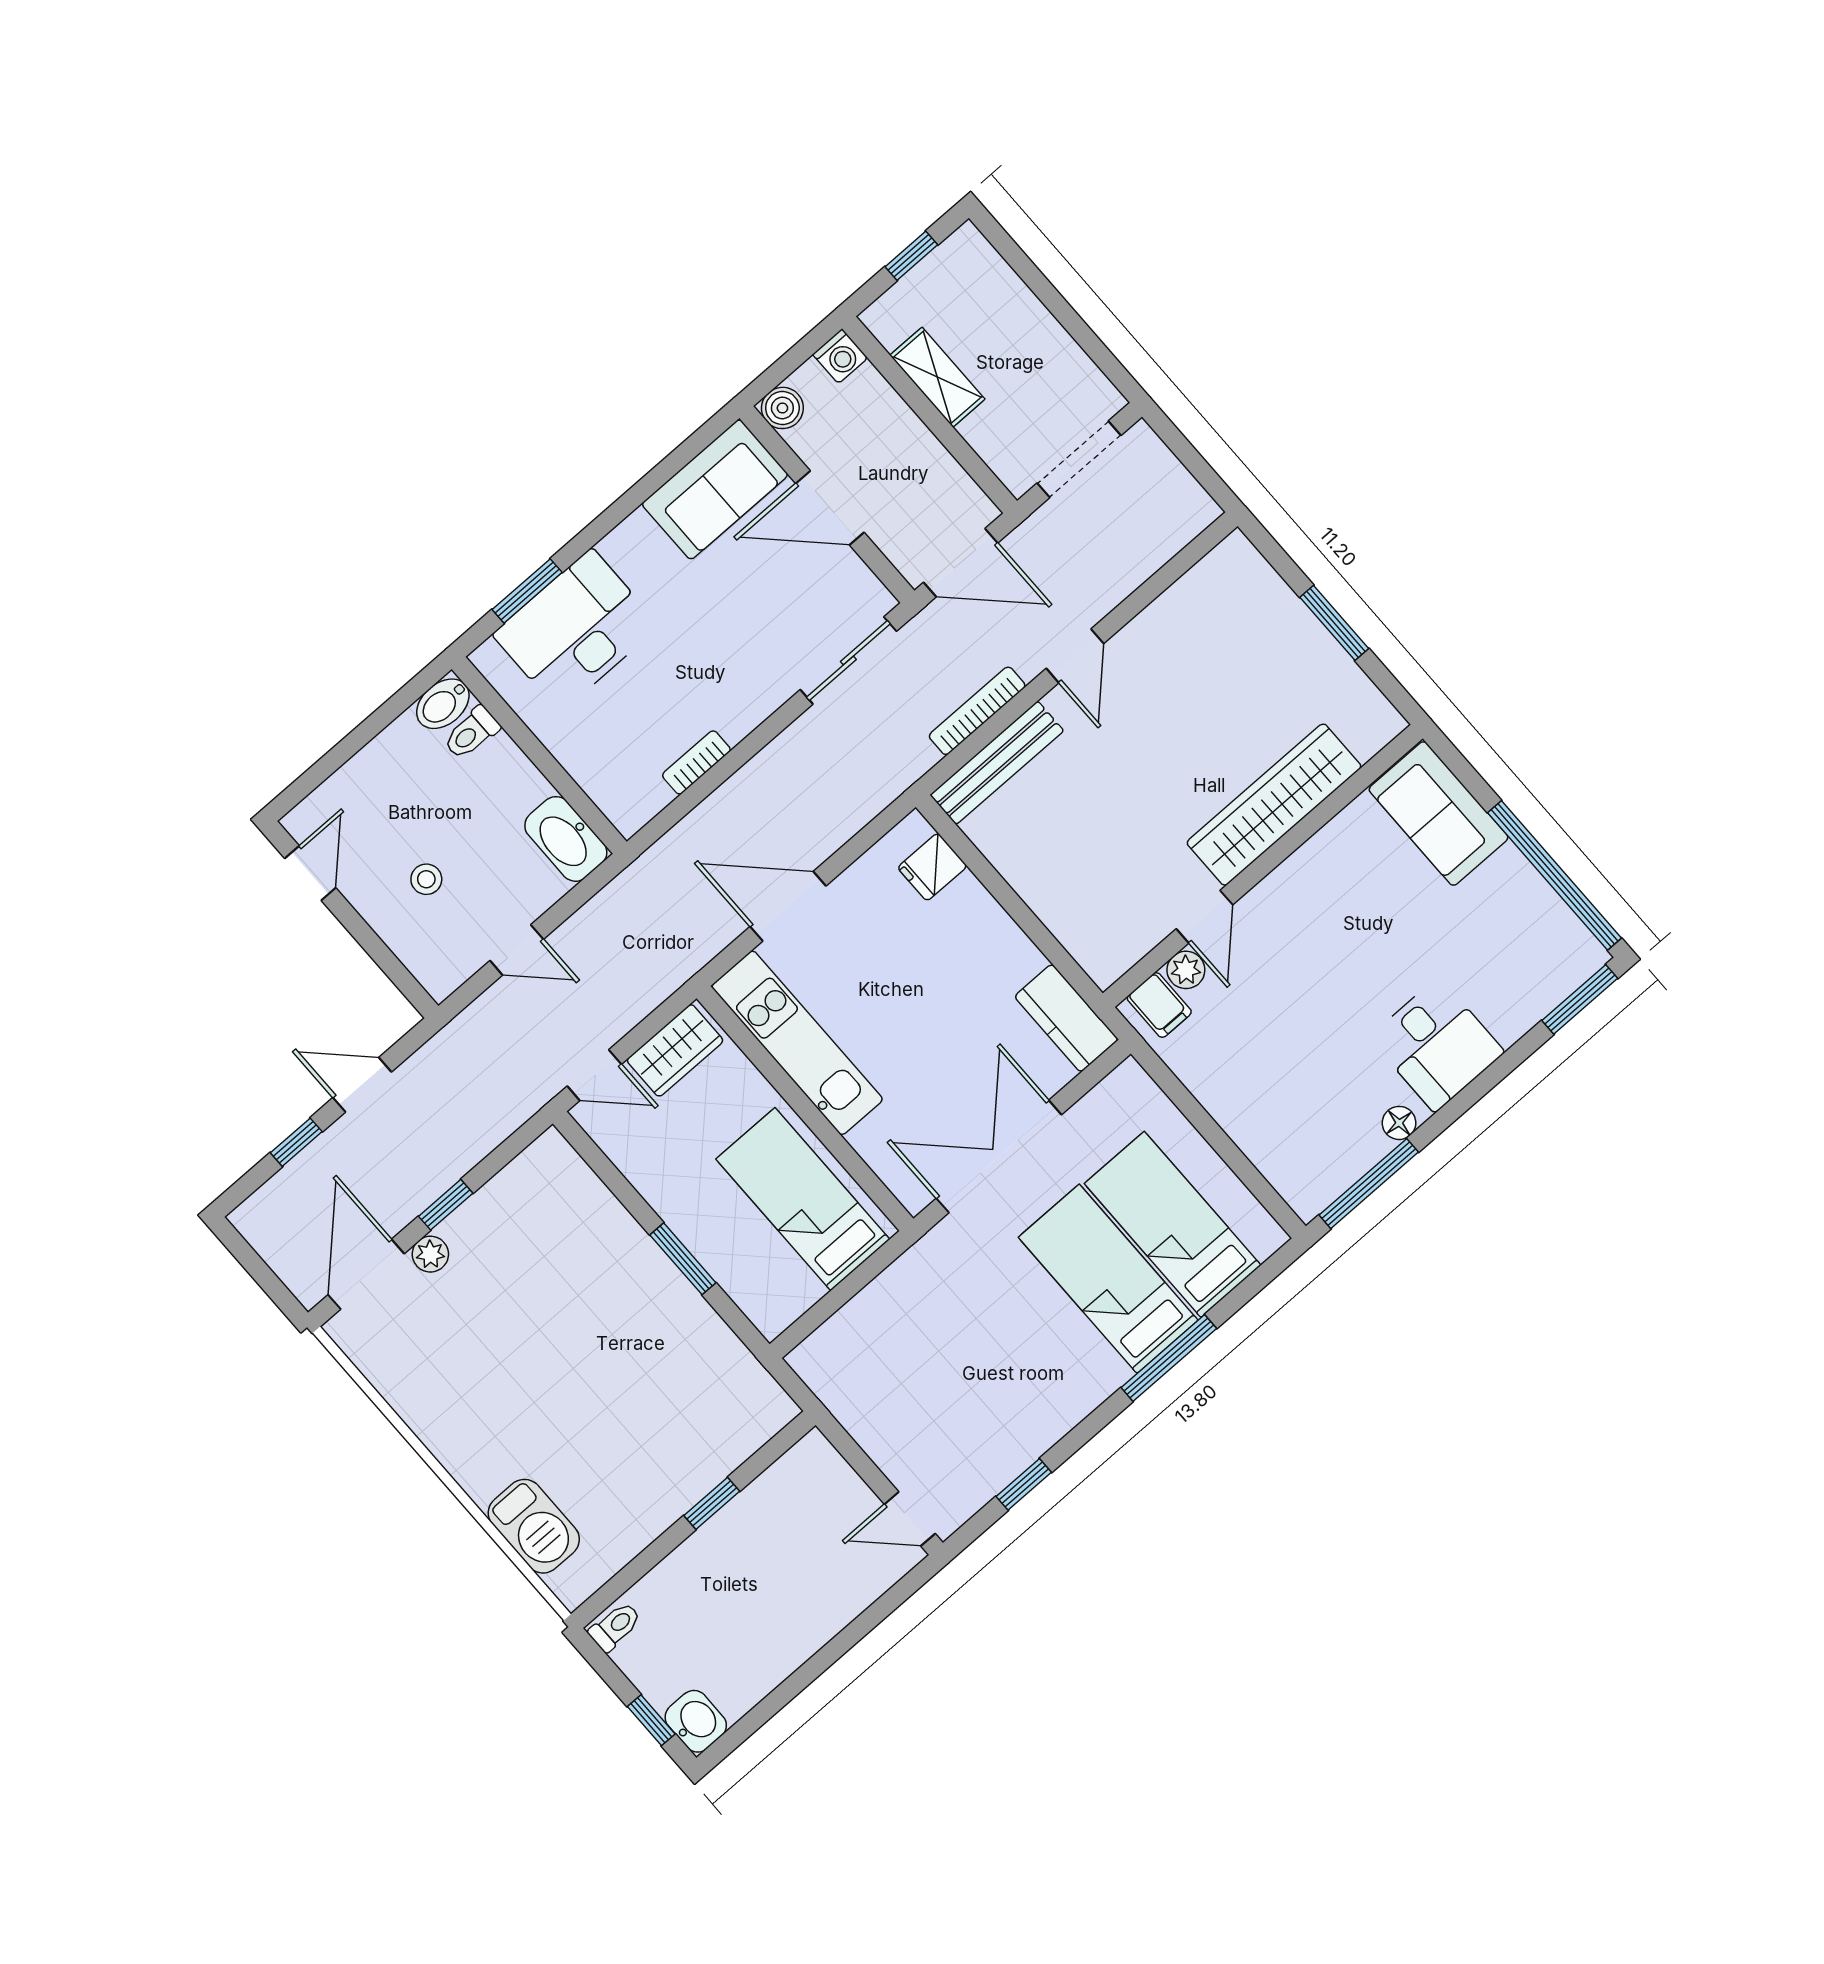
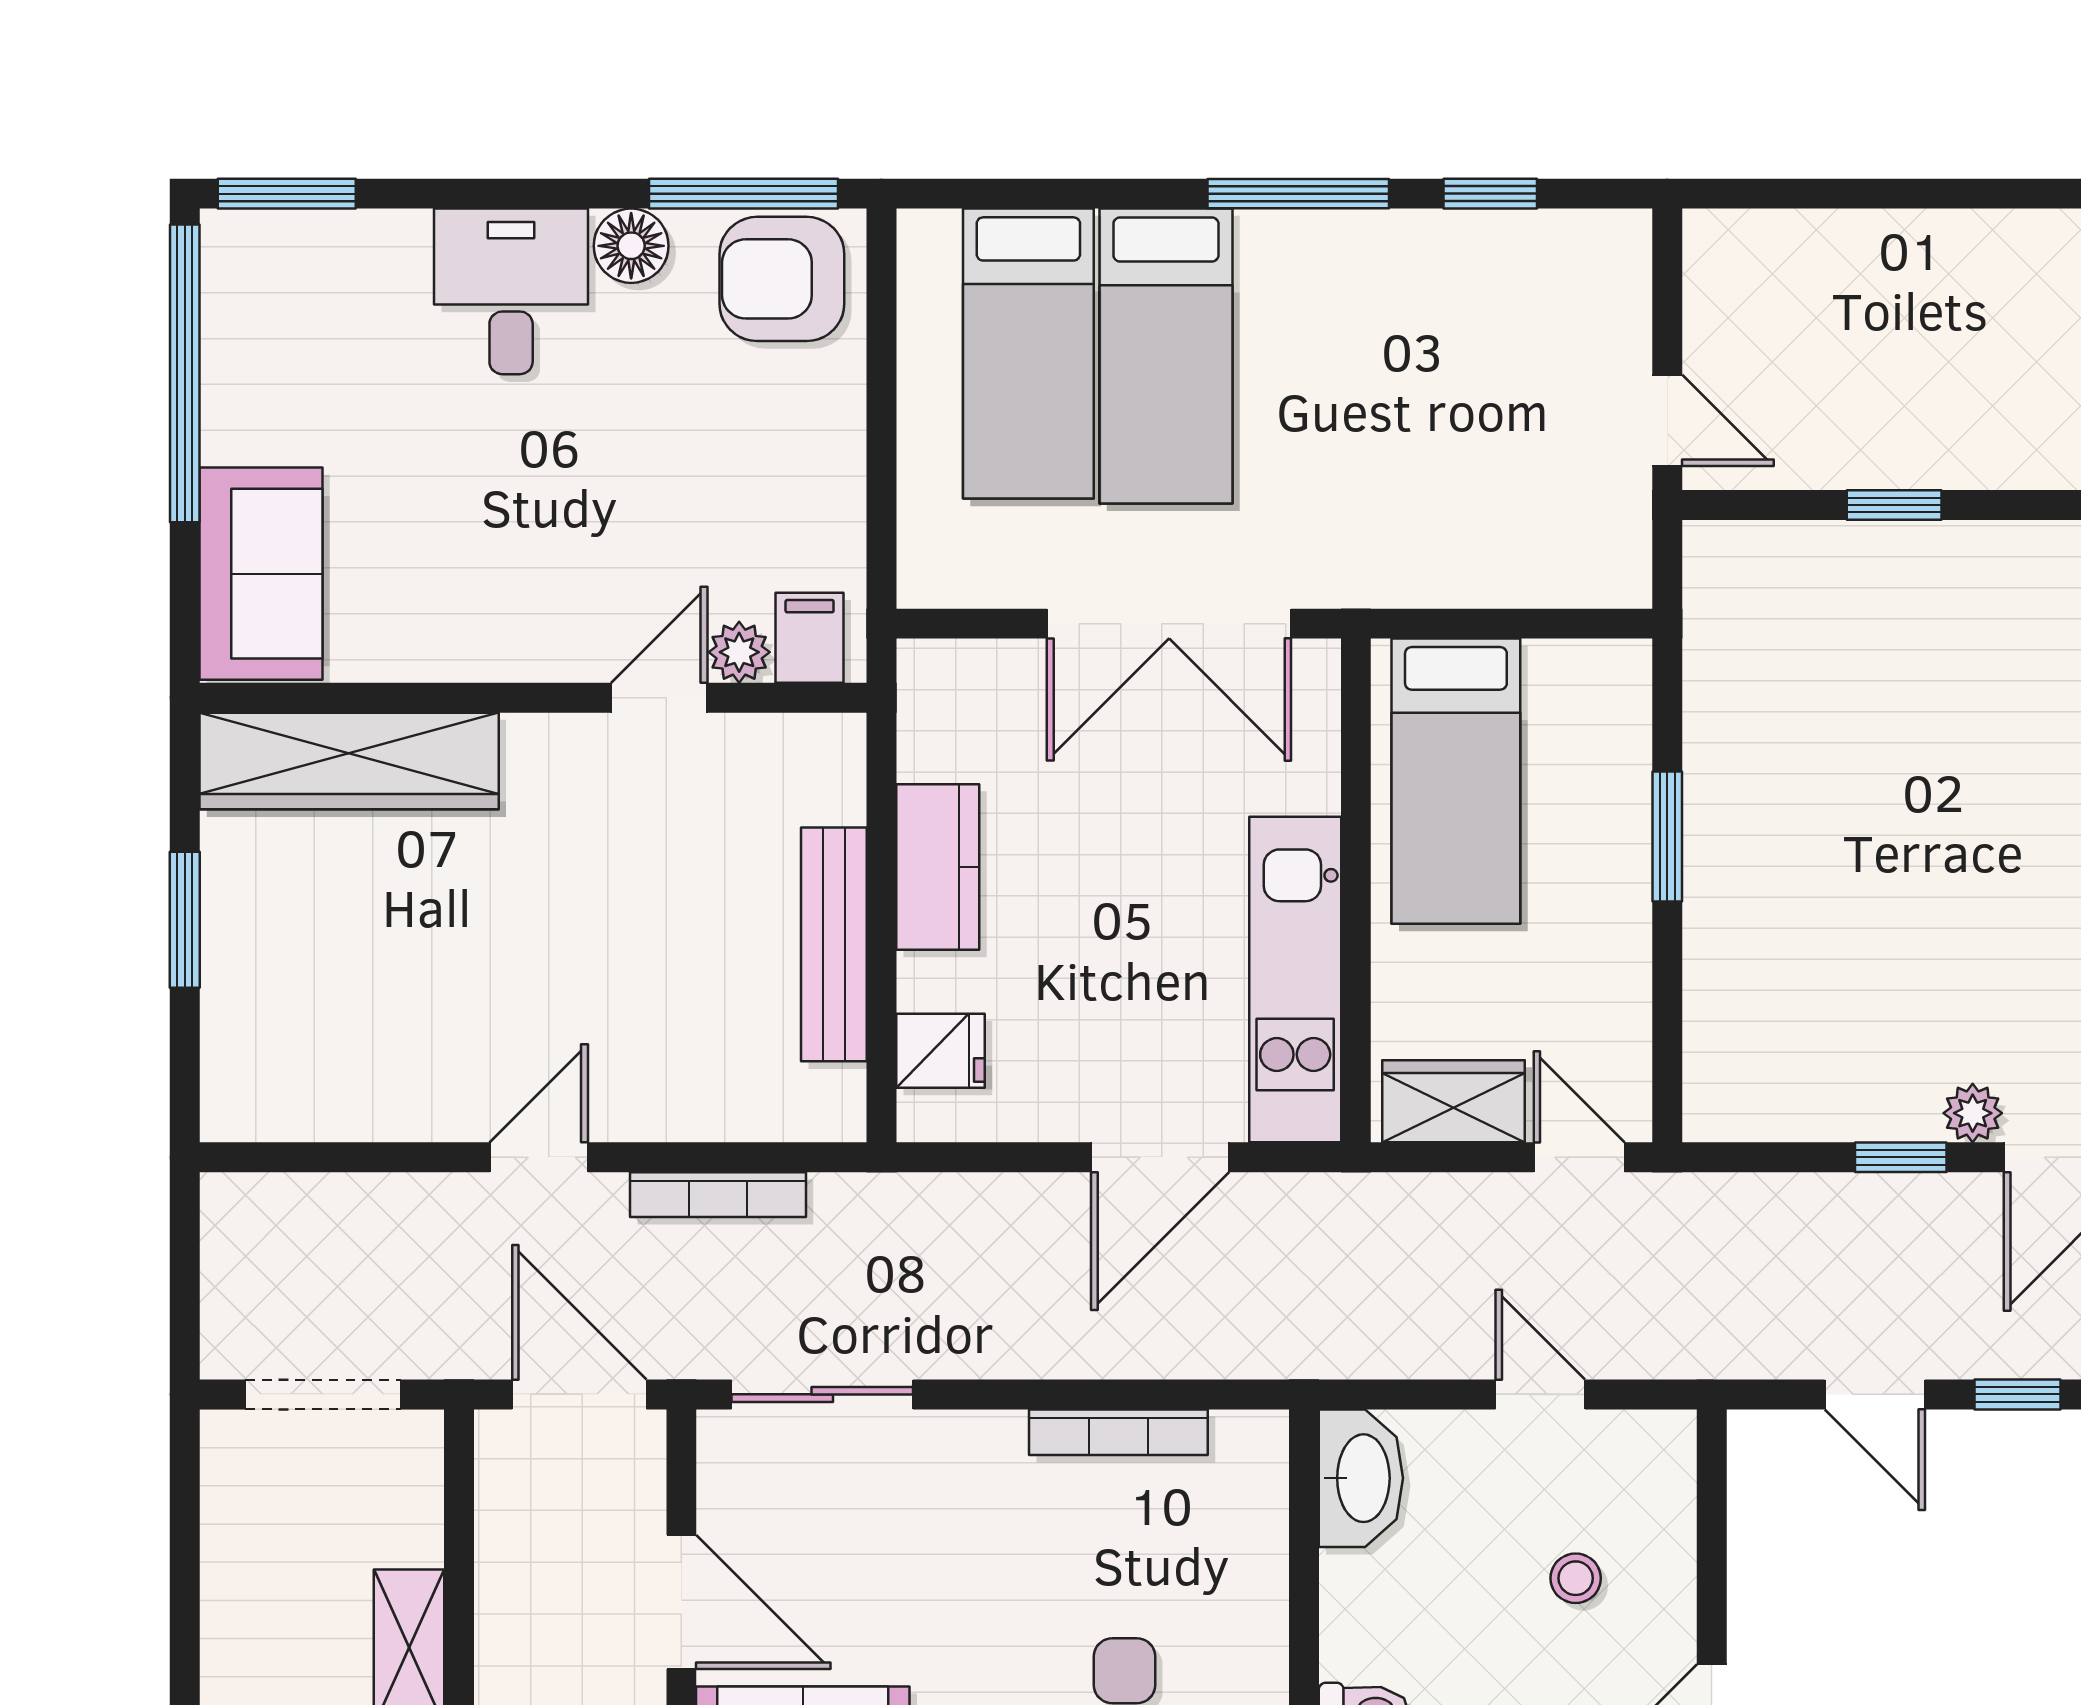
bookcase: (696, 762) -> (1118, 1432), width x1.56
bench: (997, 763) -> (834, 944), moved, turned 90
wardrobe: (1274, 805) -> (349, 761), moved
door: (788, 906) -> (1160, 1157), hinge flipped
kitchen counter: (1066, 1018) -> (938, 867), moved
floor lamp: (1399, 1123) -> (631, 246), width x1.37, depth x1.37
armchair: (1317, 1160) -> (782, 279), added
window: (1169, 1358) -> (1298, 194), moved
door: (910, 1519) -> (1667, 420), moved

